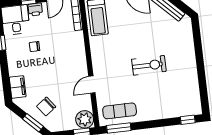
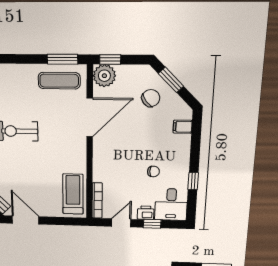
door: (92, 85) -> (90, 117), width x1.87
filing cabinet: (18, 87) -> (183, 127), width x0.50

